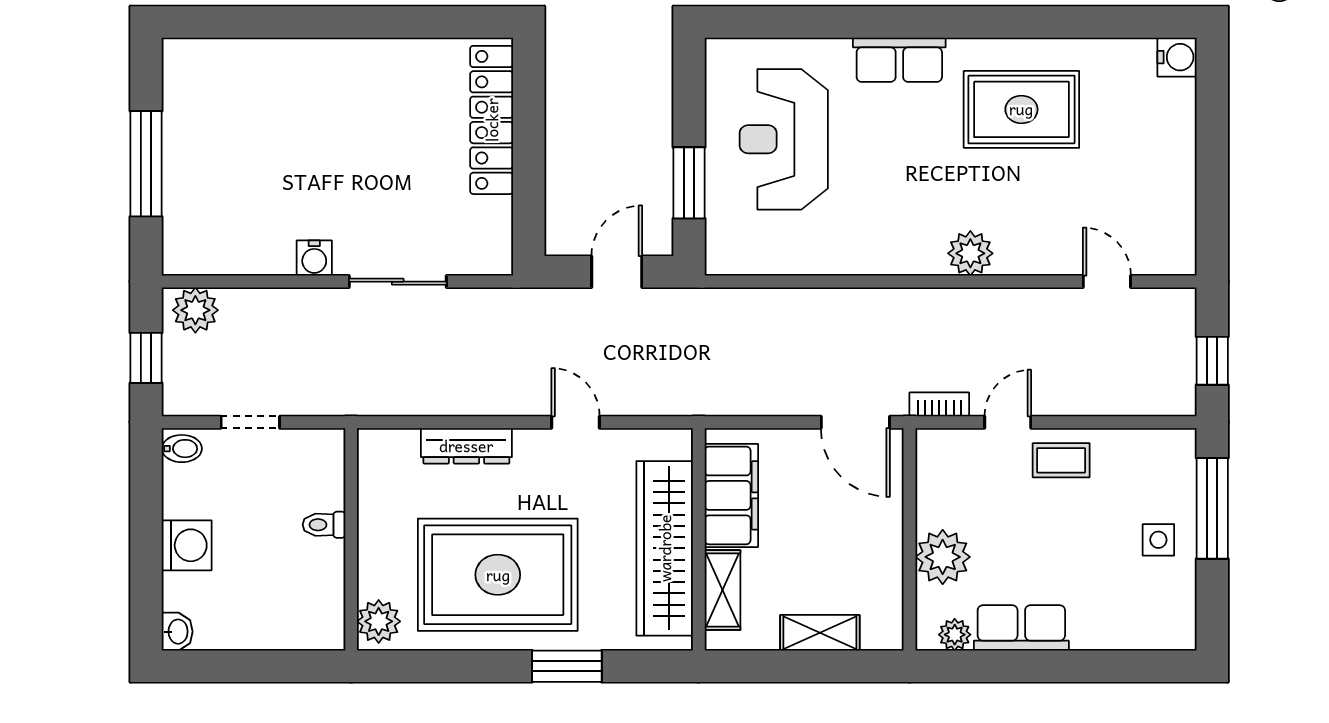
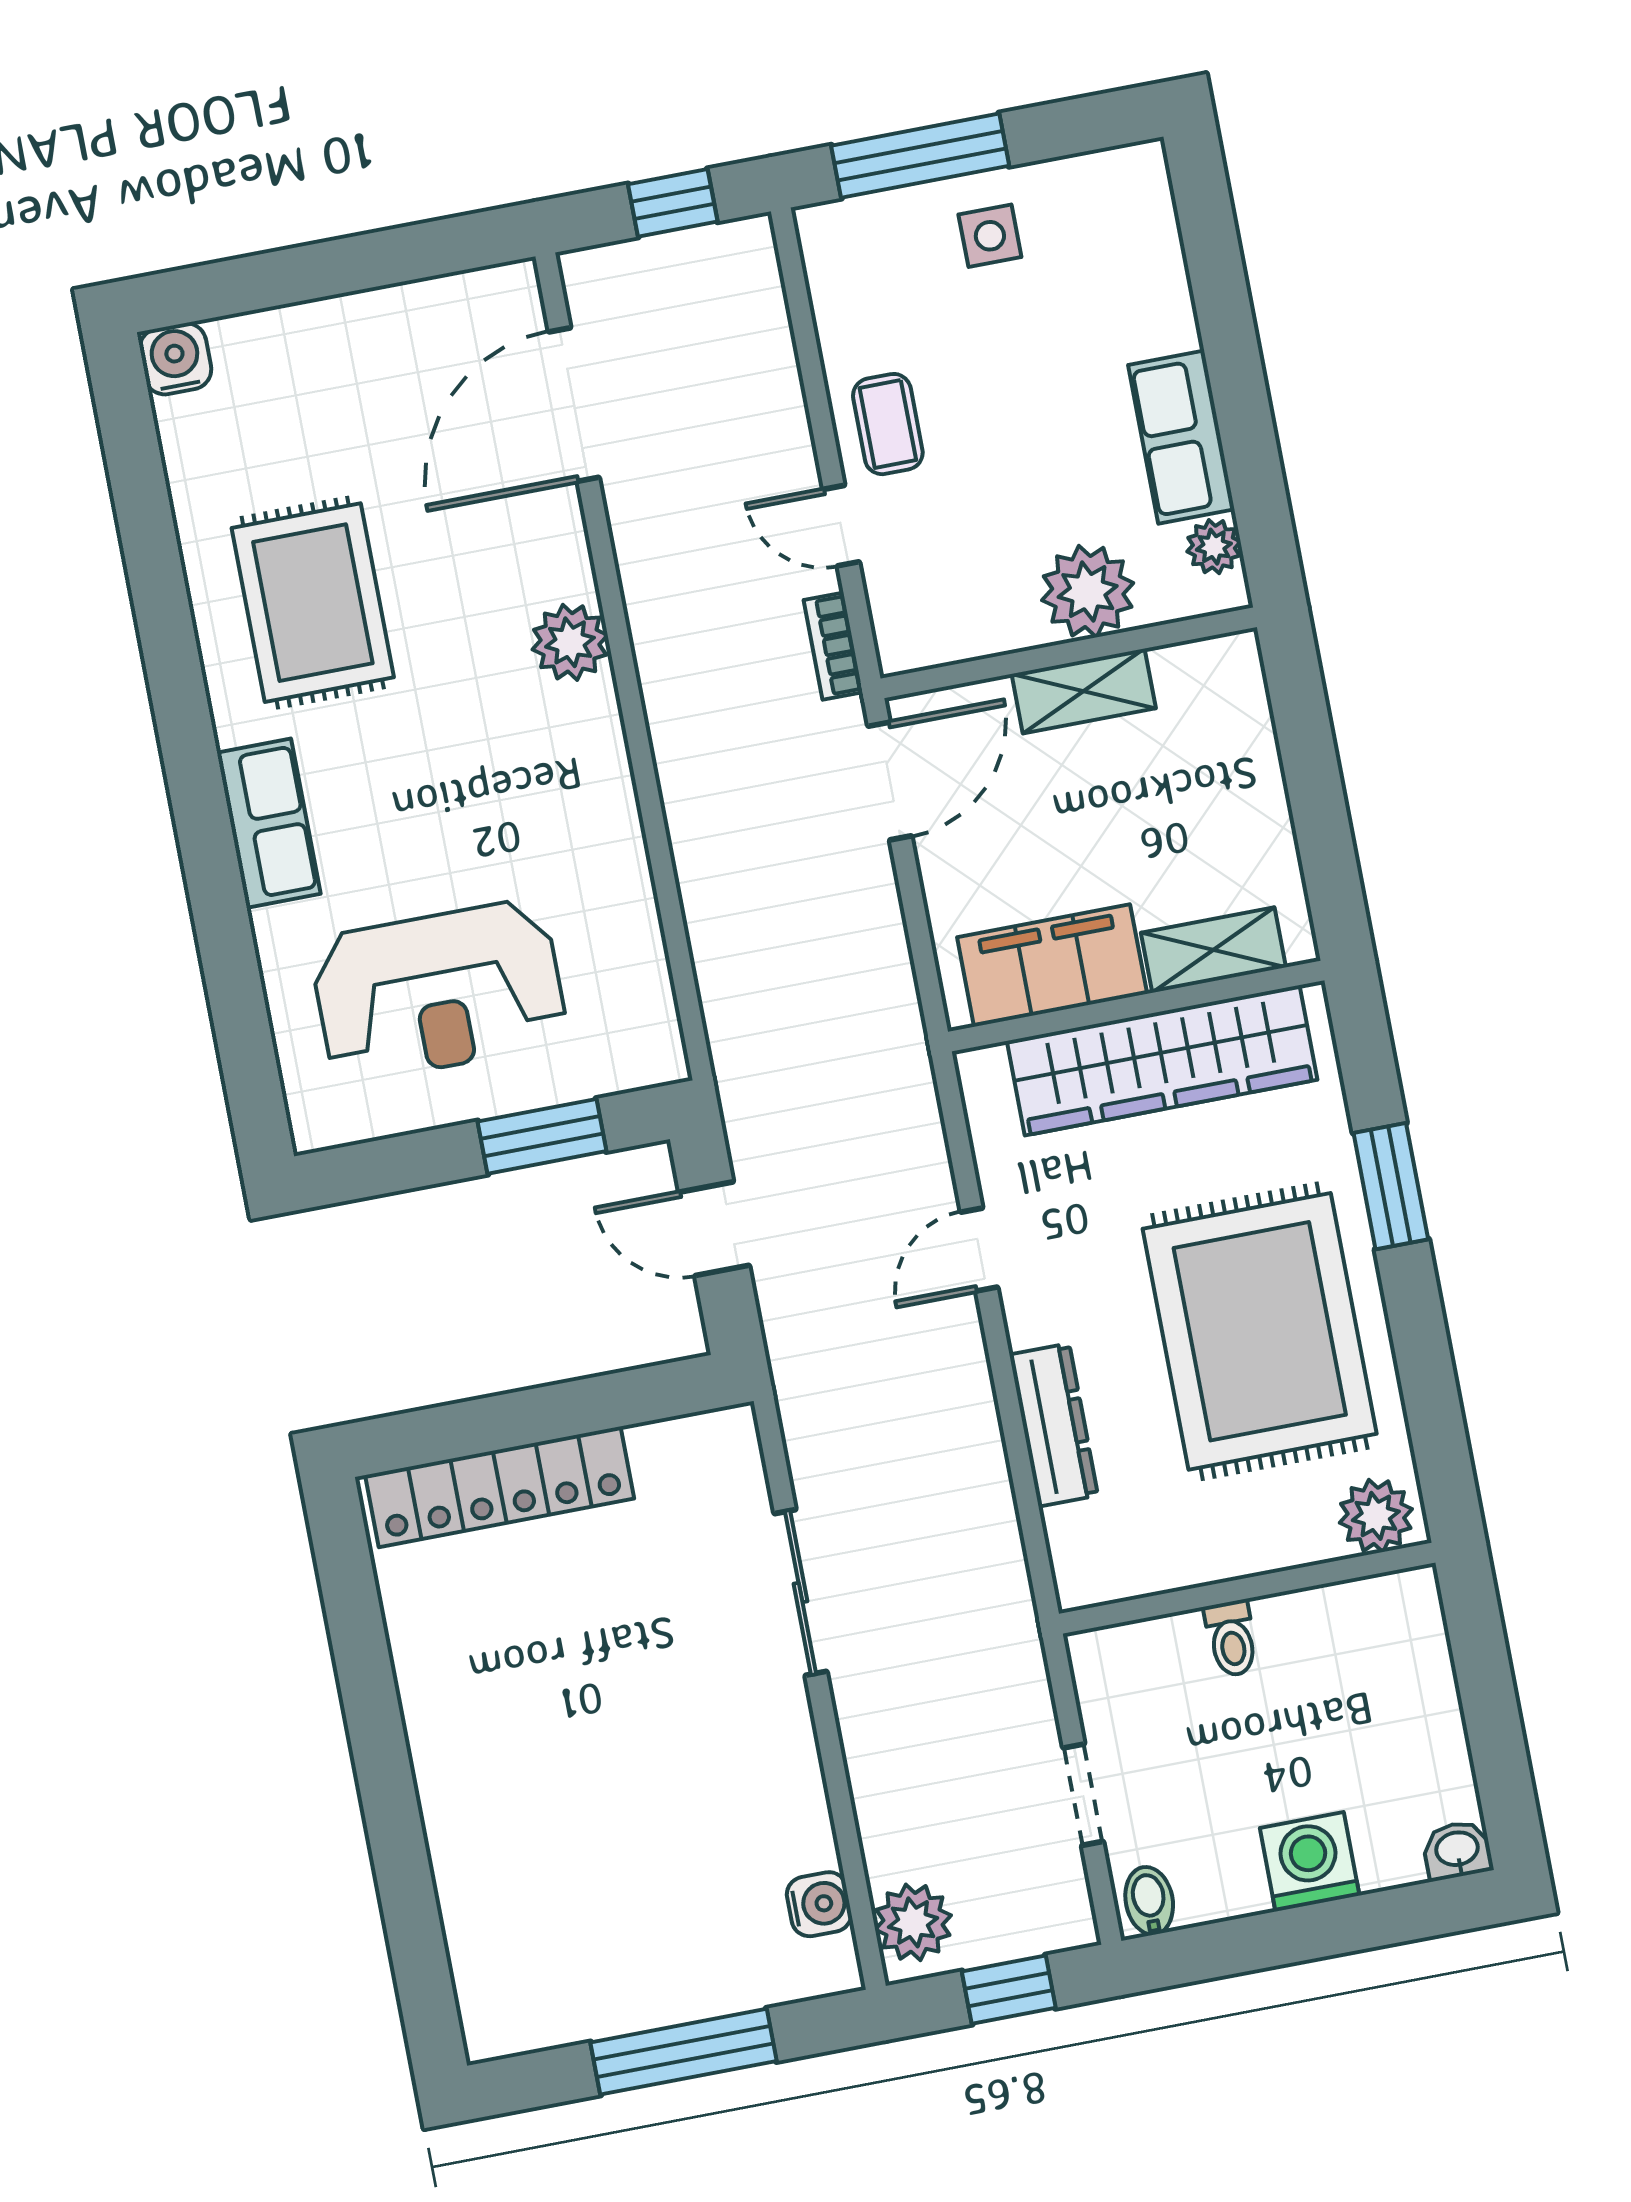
water cooler: (314, 258) -> (819, 1904), moved
door: (1107, 282) -> (574, 405), width x1.88
shelving: (820, 633) -> (1084, 691), moved, turned 90

